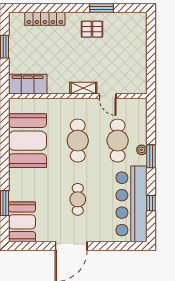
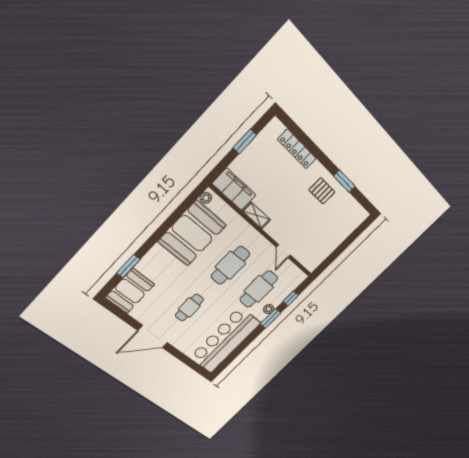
shelving: (83, 88) -> (256, 215), moved
plant: (14, 107) -> (206, 198), added
window: (151, 203) -> (291, 298), moved

